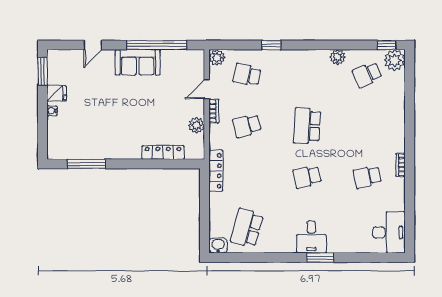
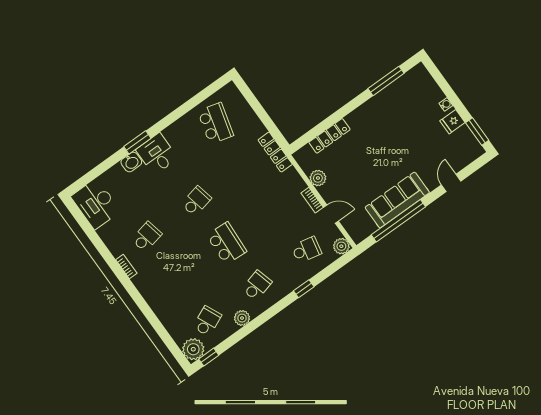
sofa: (138, 62) -> (397, 200), width x1.36
door: (207, 89) -> (331, 214), hinge flipped
school desk: (247, 126) -> (257, 285), moved
washbasin: (218, 245) -> (131, 162), moved

